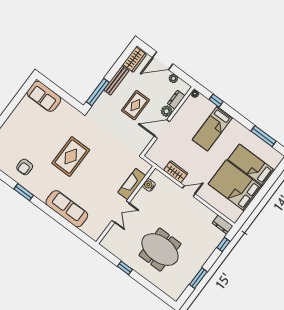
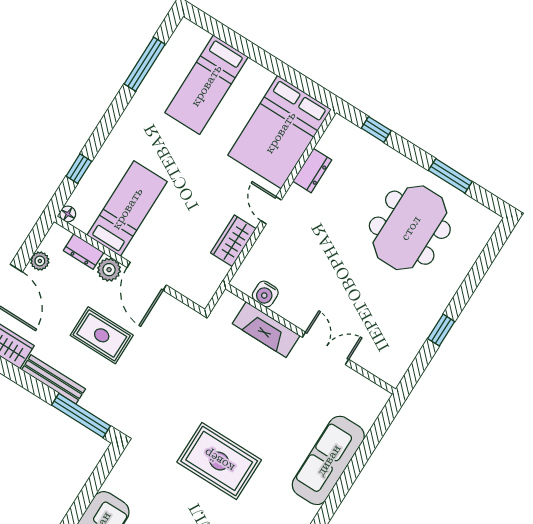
bed: (212, 129) -> (127, 208), moved, turned -90
bed: (235, 185) -> (280, 132), moved
dresser: (223, 225) -> (312, 171), moved
meeting table: (160, 250) -> (410, 228), moved

